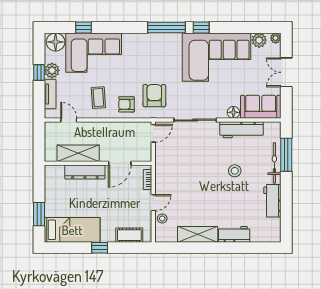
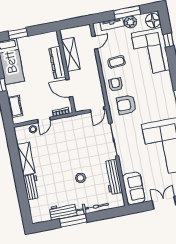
window: (39, 72) -> (127, 12), width x2.17
armchair: (154, 96) -> (126, 105), turned 180
floor lamp: (233, 112) -> (125, 168), removed
door: (153, 133) -> (97, 109), hinge flipped
window: (286, 155) -> (73, 221), moved
door: (153, 203) -> (44, 120), hinge flipped

